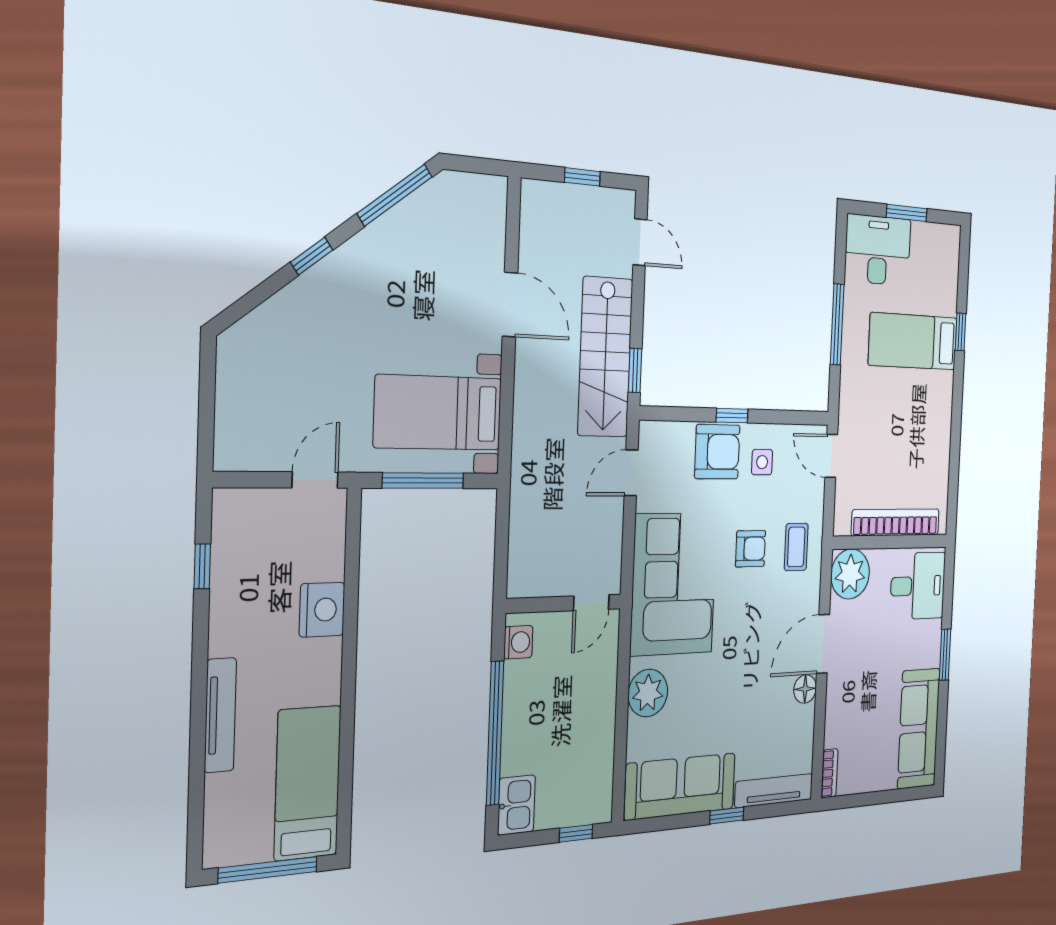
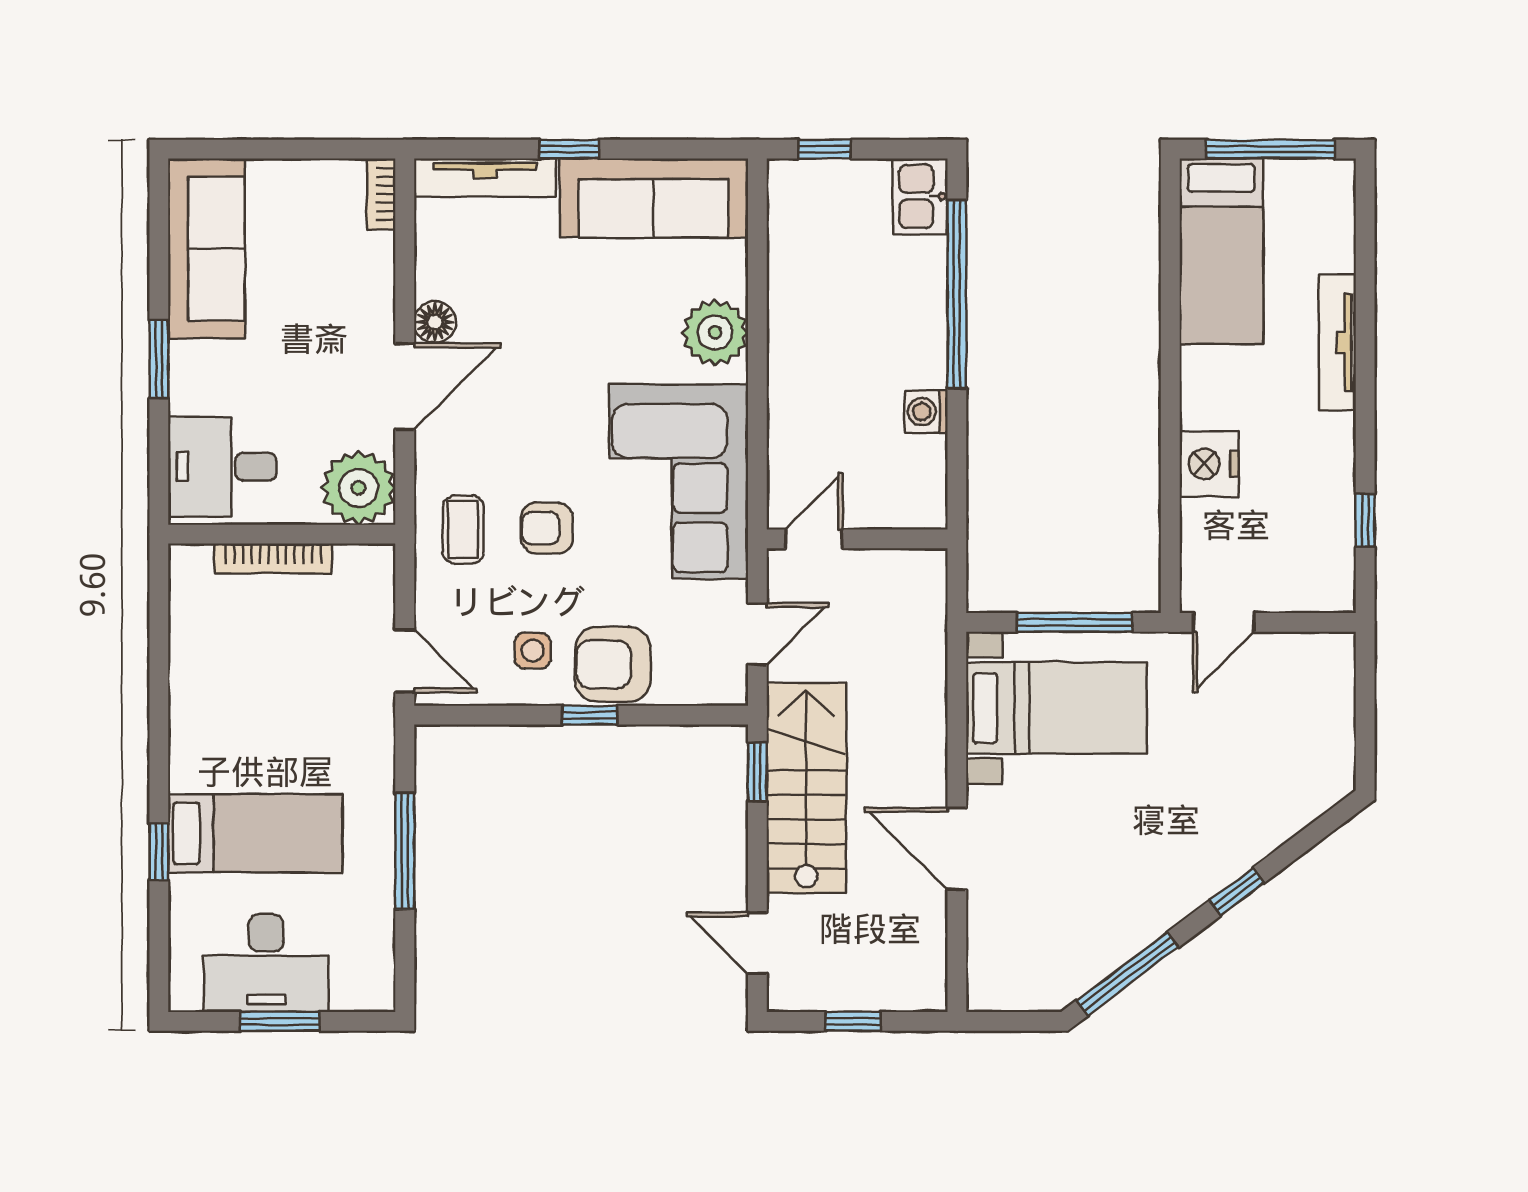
desk: (878, 250) -> (266, 963), moved
bookcase: (896, 522) -> (273, 558), width x0.68, depth x0.76
door: (591, 603) -> (814, 539), moved
wall: (564, 604) -> (857, 539), moved

